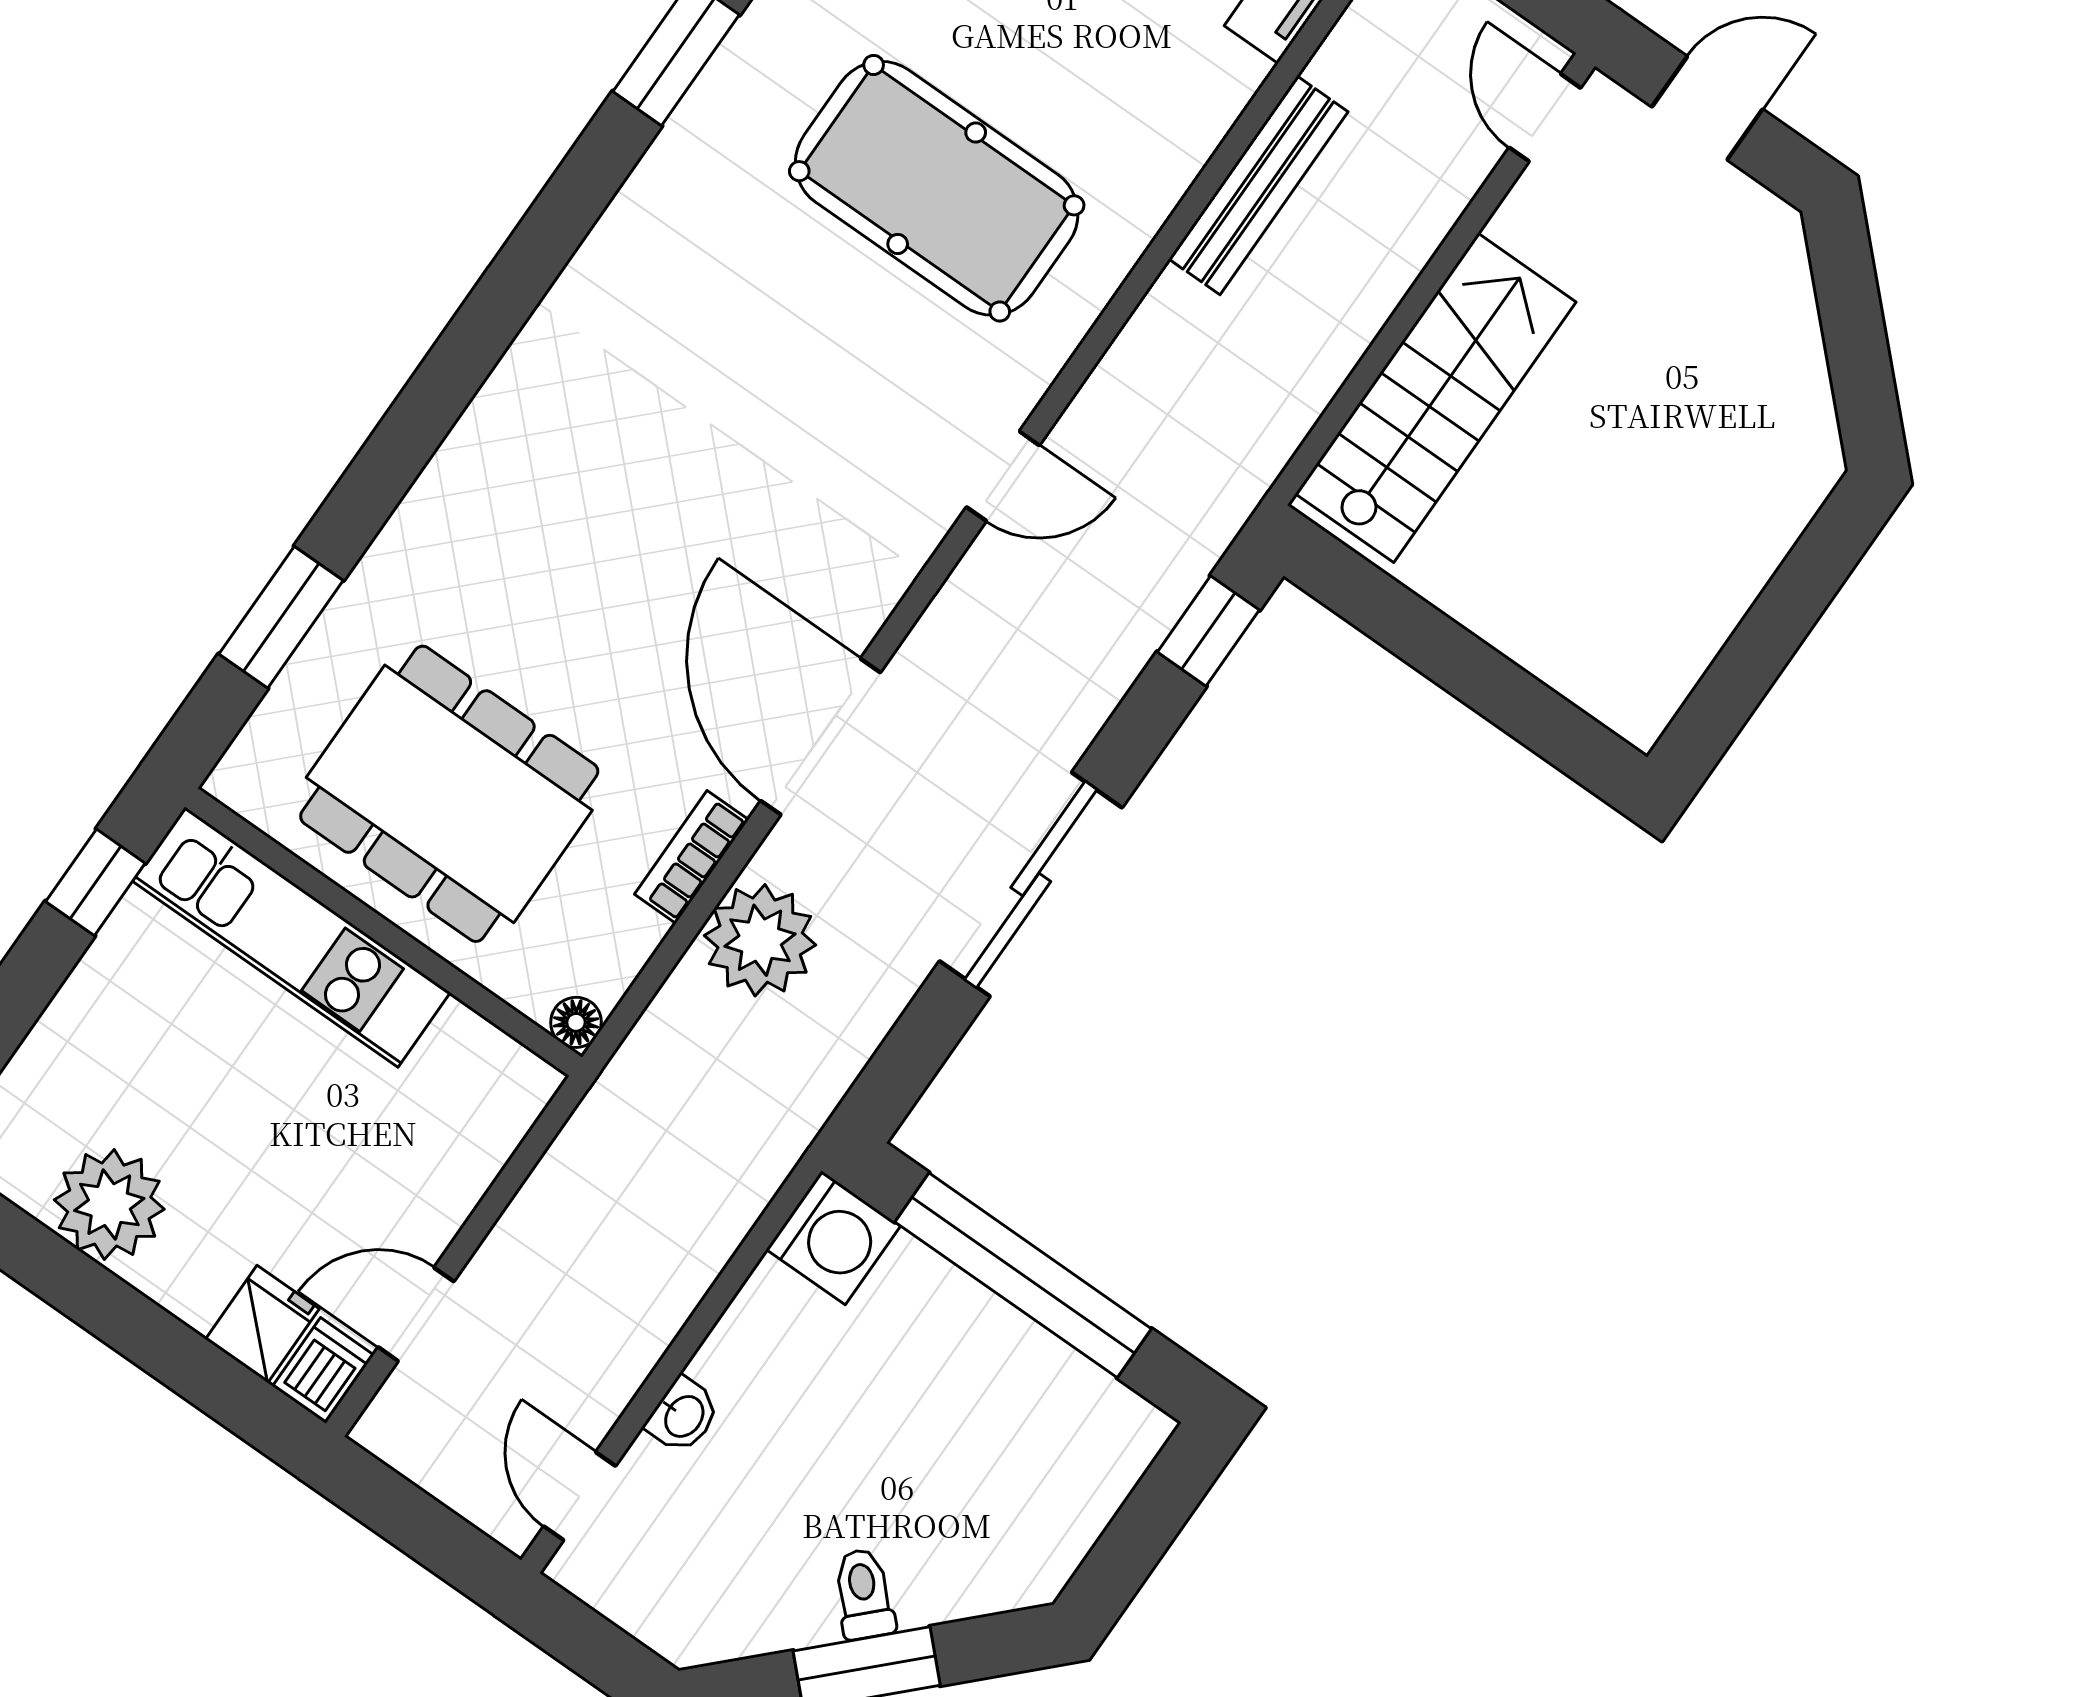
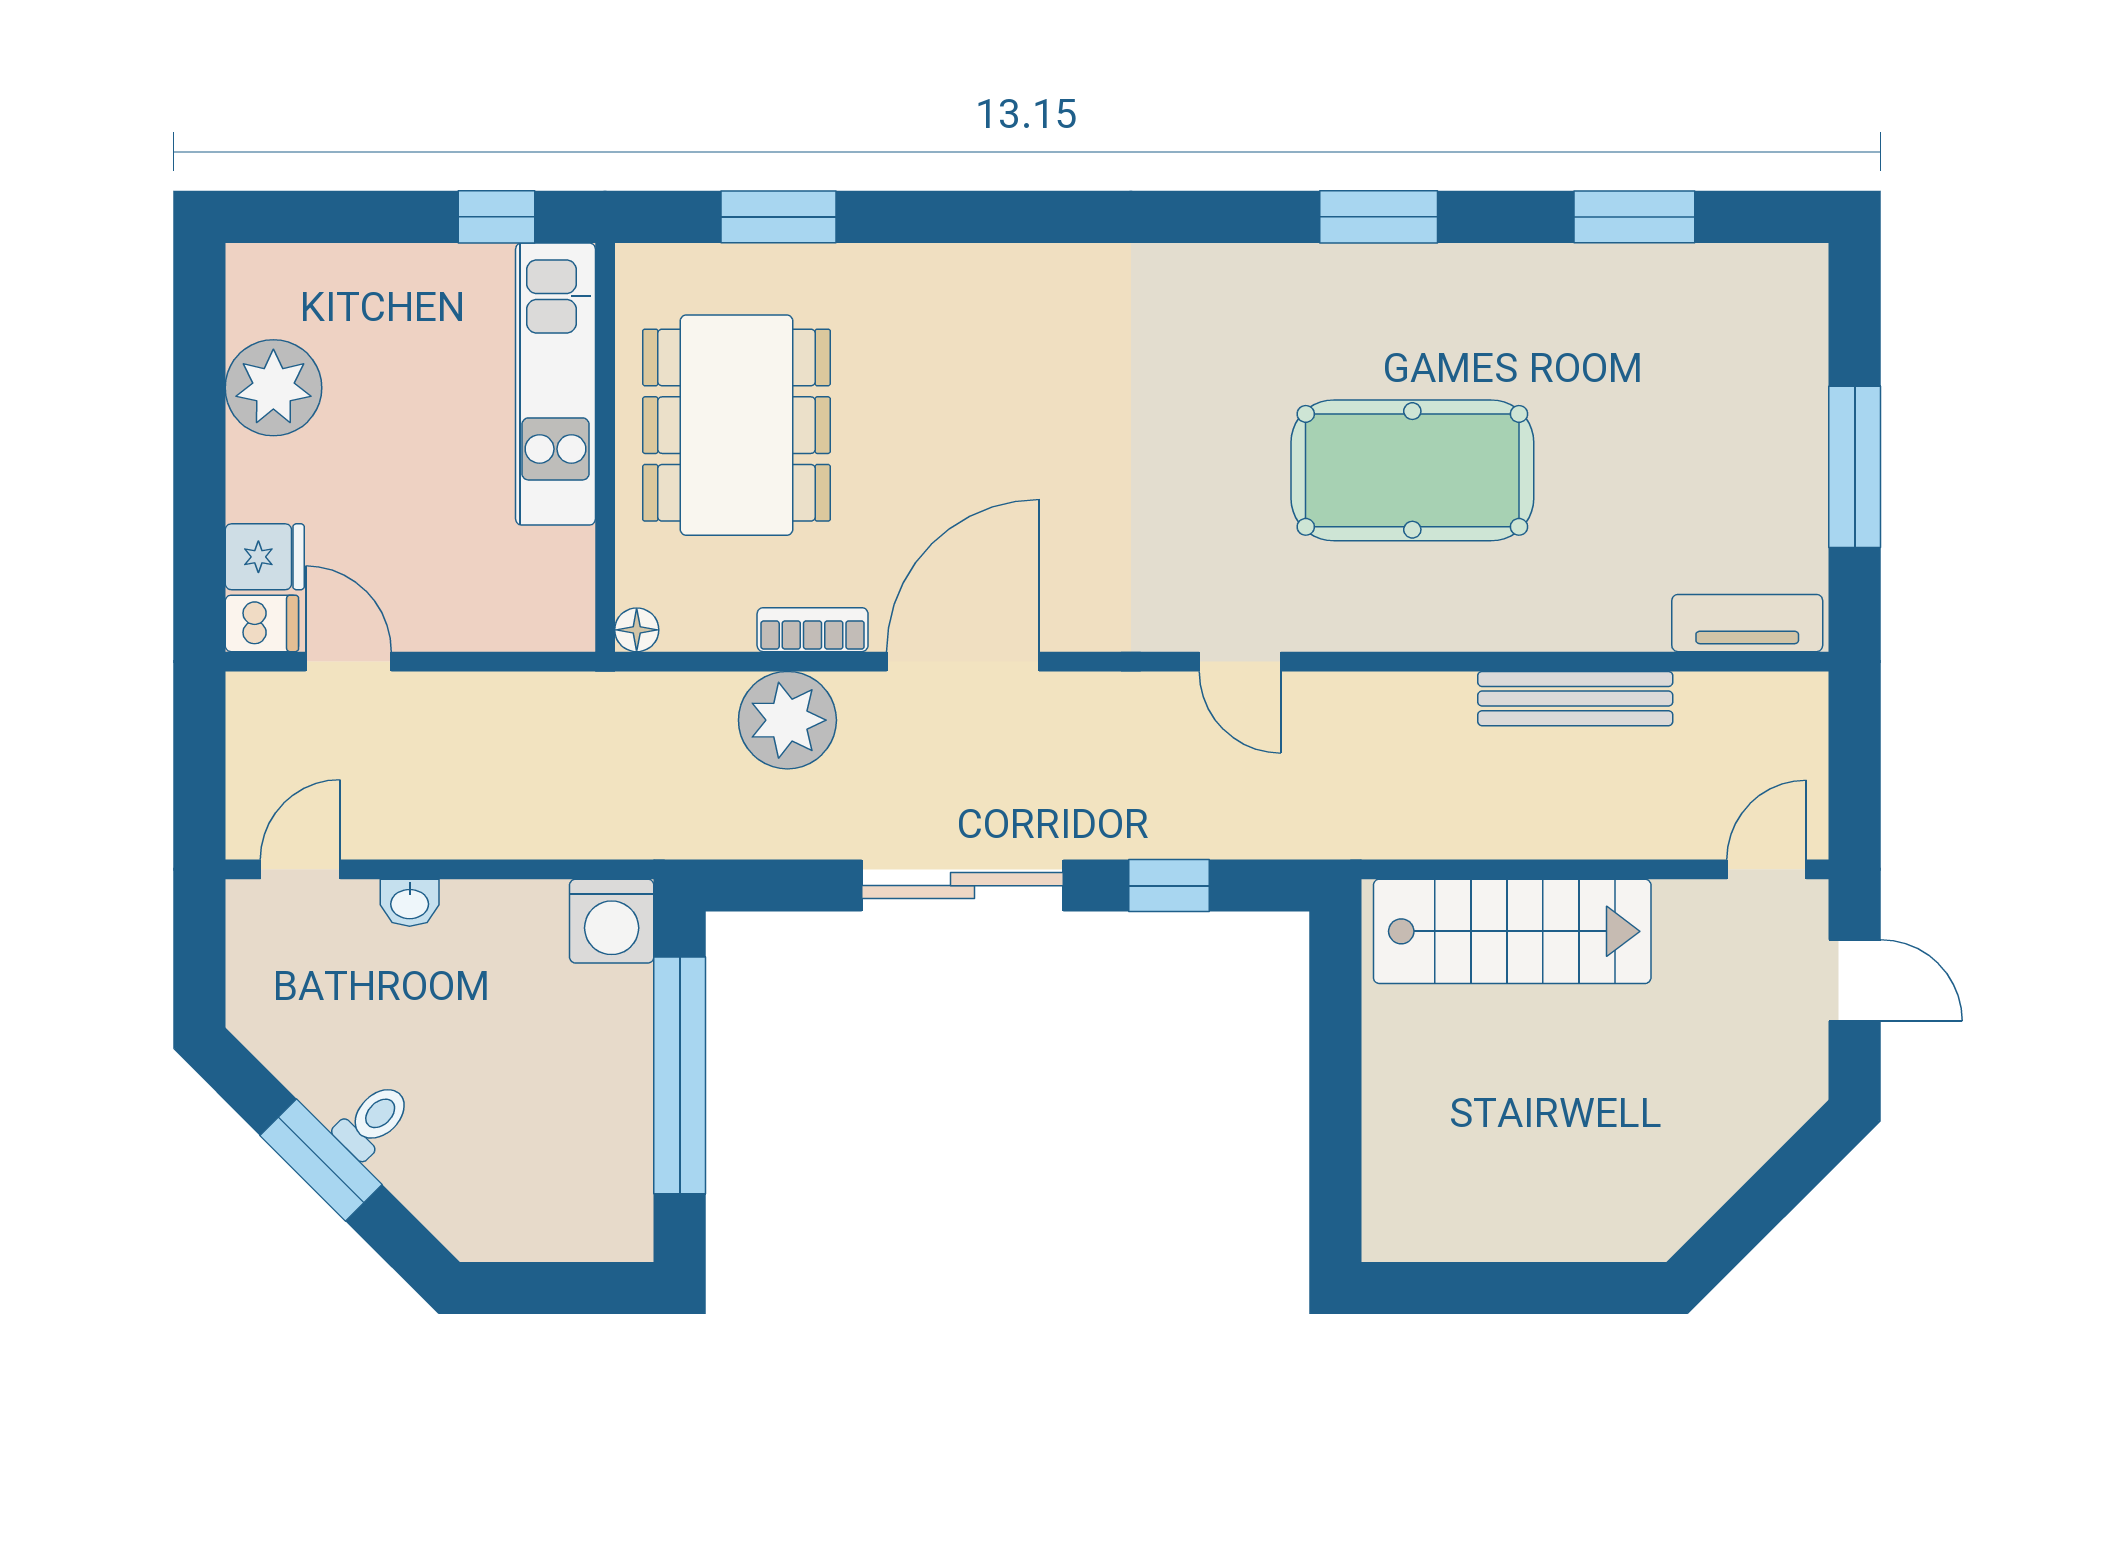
pool table: (937, 188) -> (1412, 470), turned 90
window: (1208, 631) -> (1169, 886), moved

